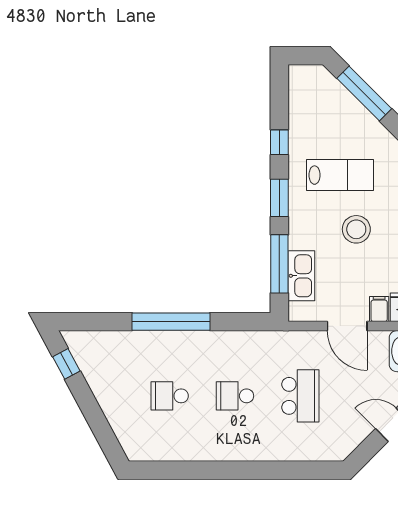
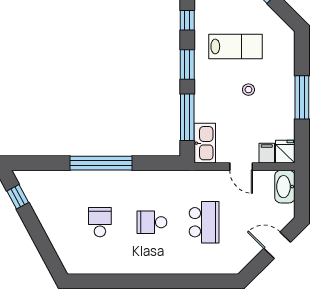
stool: (356, 229) -> (248, 90), width x0.53, depth x0.53
kitchen sink: (301, 276) -> (205, 143), moved
door: (347, 326) -> (241, 167), width x0.73
school desk: (170, 396) -> (100, 222), turned 90

